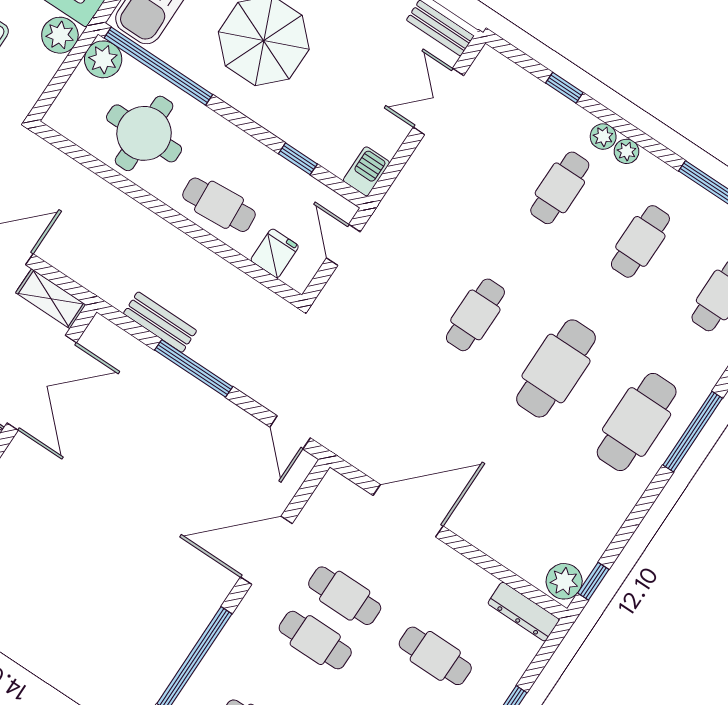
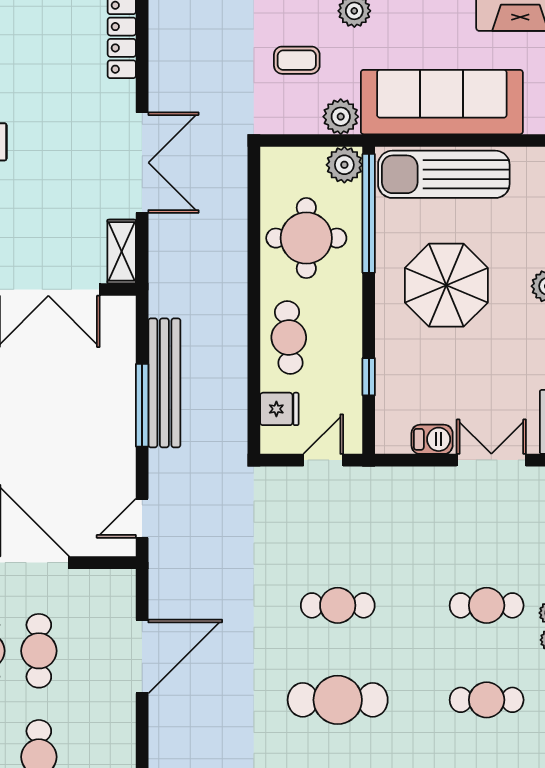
barbecue: (366, 171) -> (432, 439), moved
bench: (160, 322) -> (164, 383), width x1.86, depth x1.21
door: (408, 511) -> (142, 656), hinge flipped

